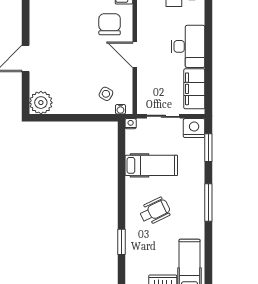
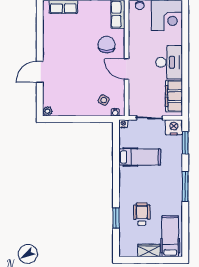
plant: (41, 103) -> (48, 111), width x0.53, depth x0.53
wheelchair: (155, 211) -> (142, 214), moved, turned -64

